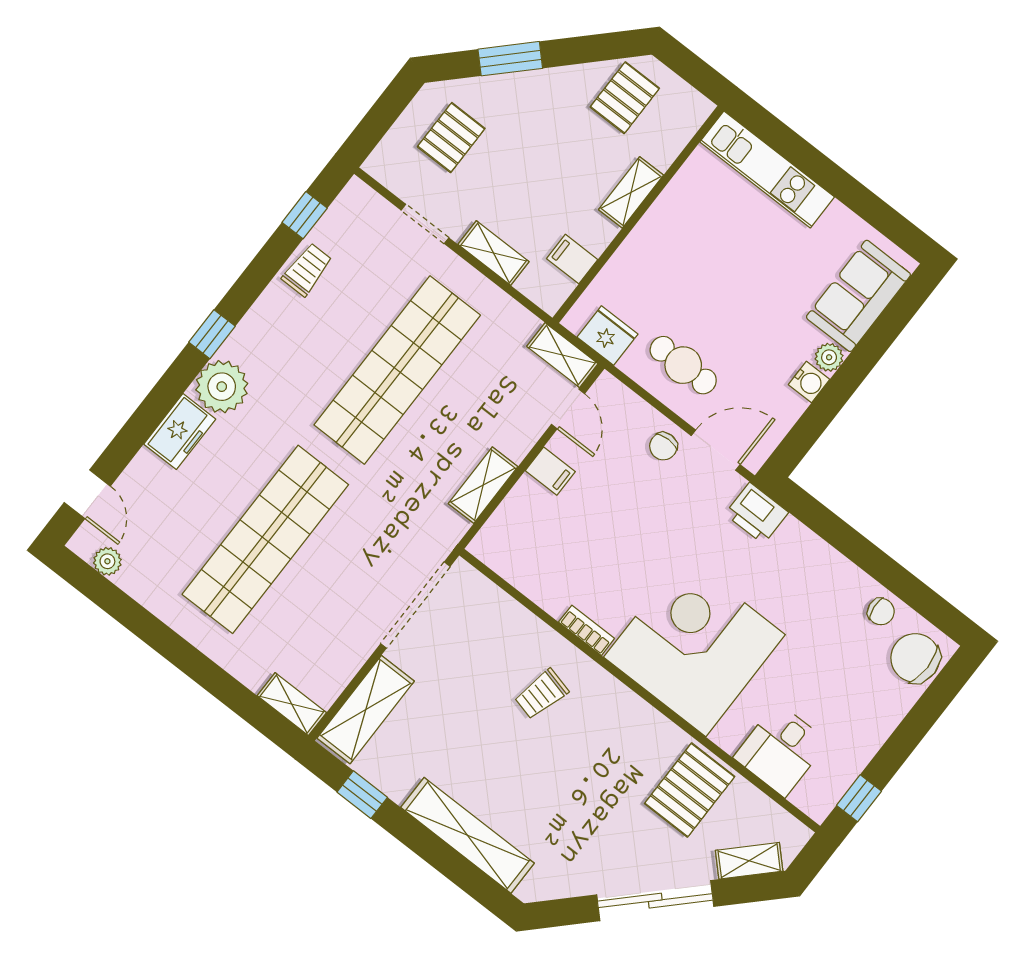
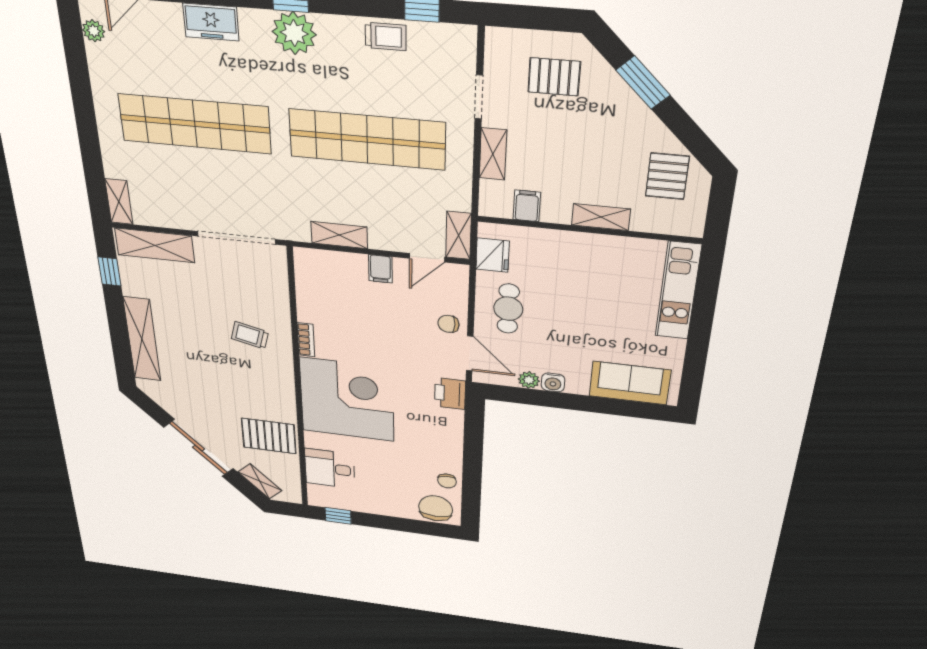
pallet: (625, 98) -> (667, 176), turned 90
plant: (829, 357) -> (529, 380), moved
plant: (222, 387) -> (294, 33), moved

